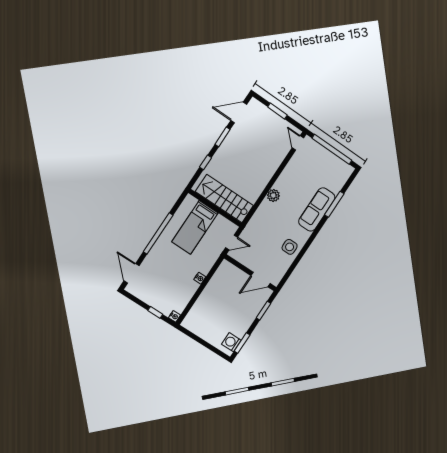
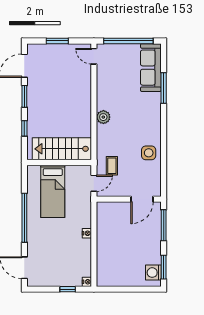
sofa: (317, 209) -> (151, 68), moved
coffee table: (255, 238) -> (112, 166), added
window: (264, 311) -> (164, 225), width x1.44

